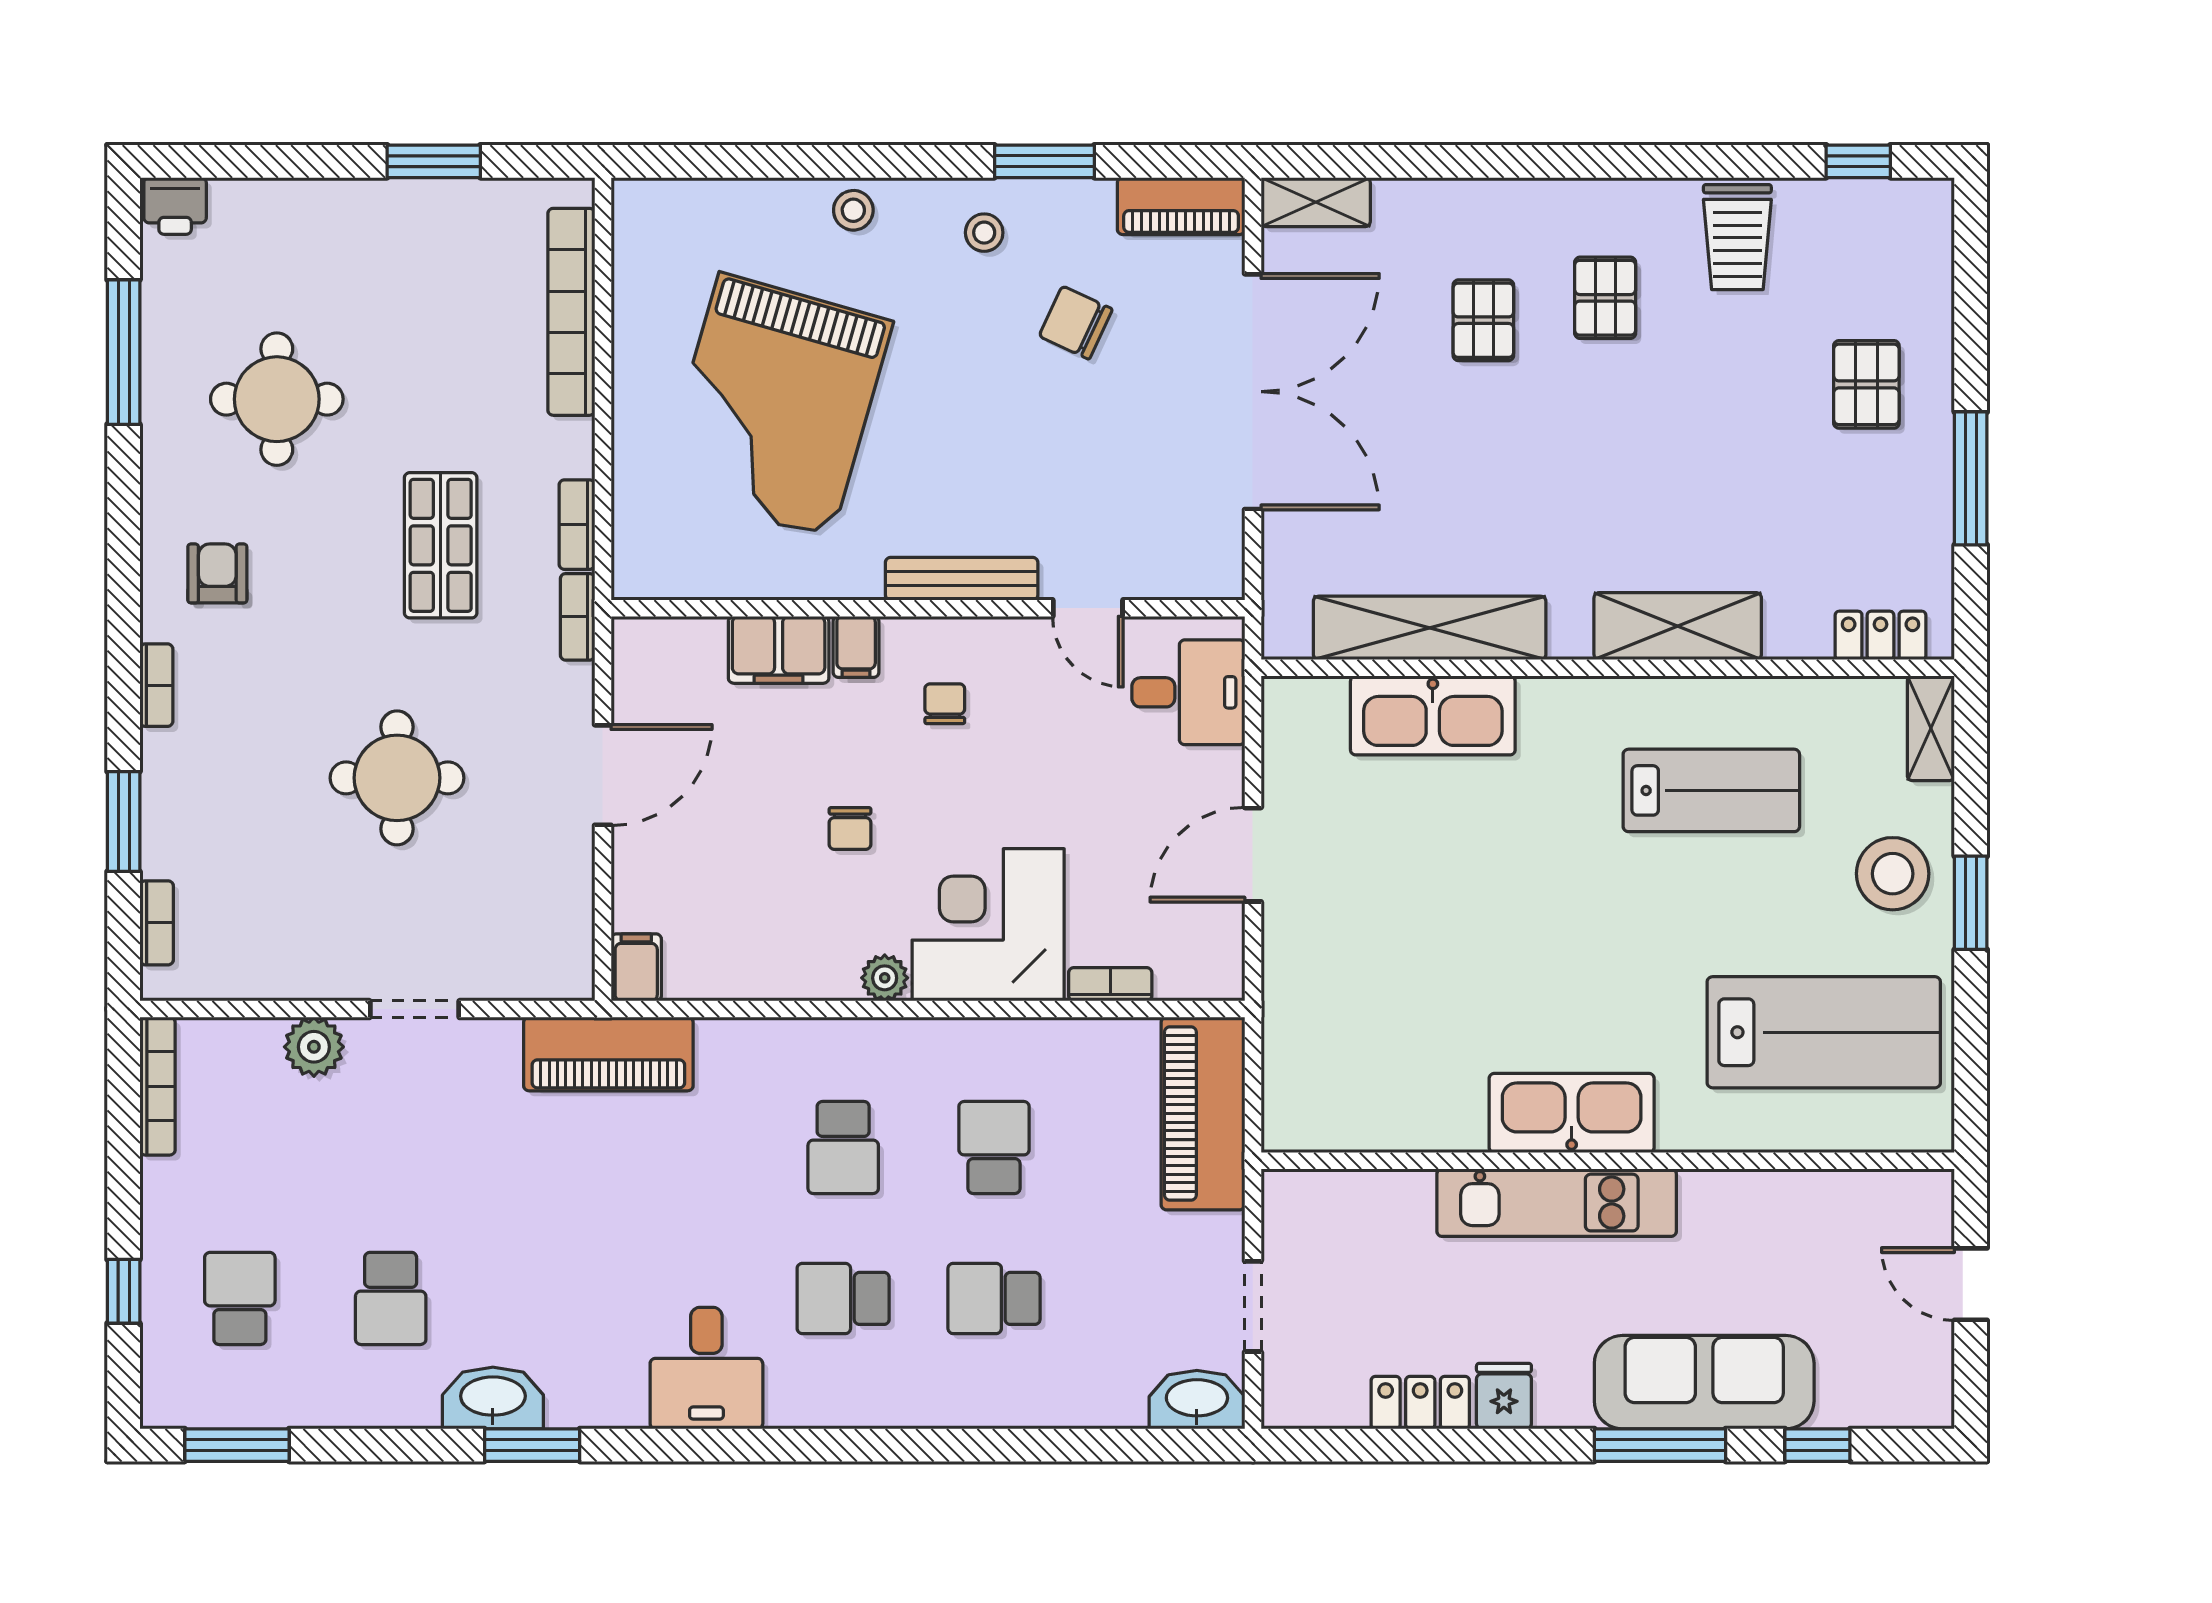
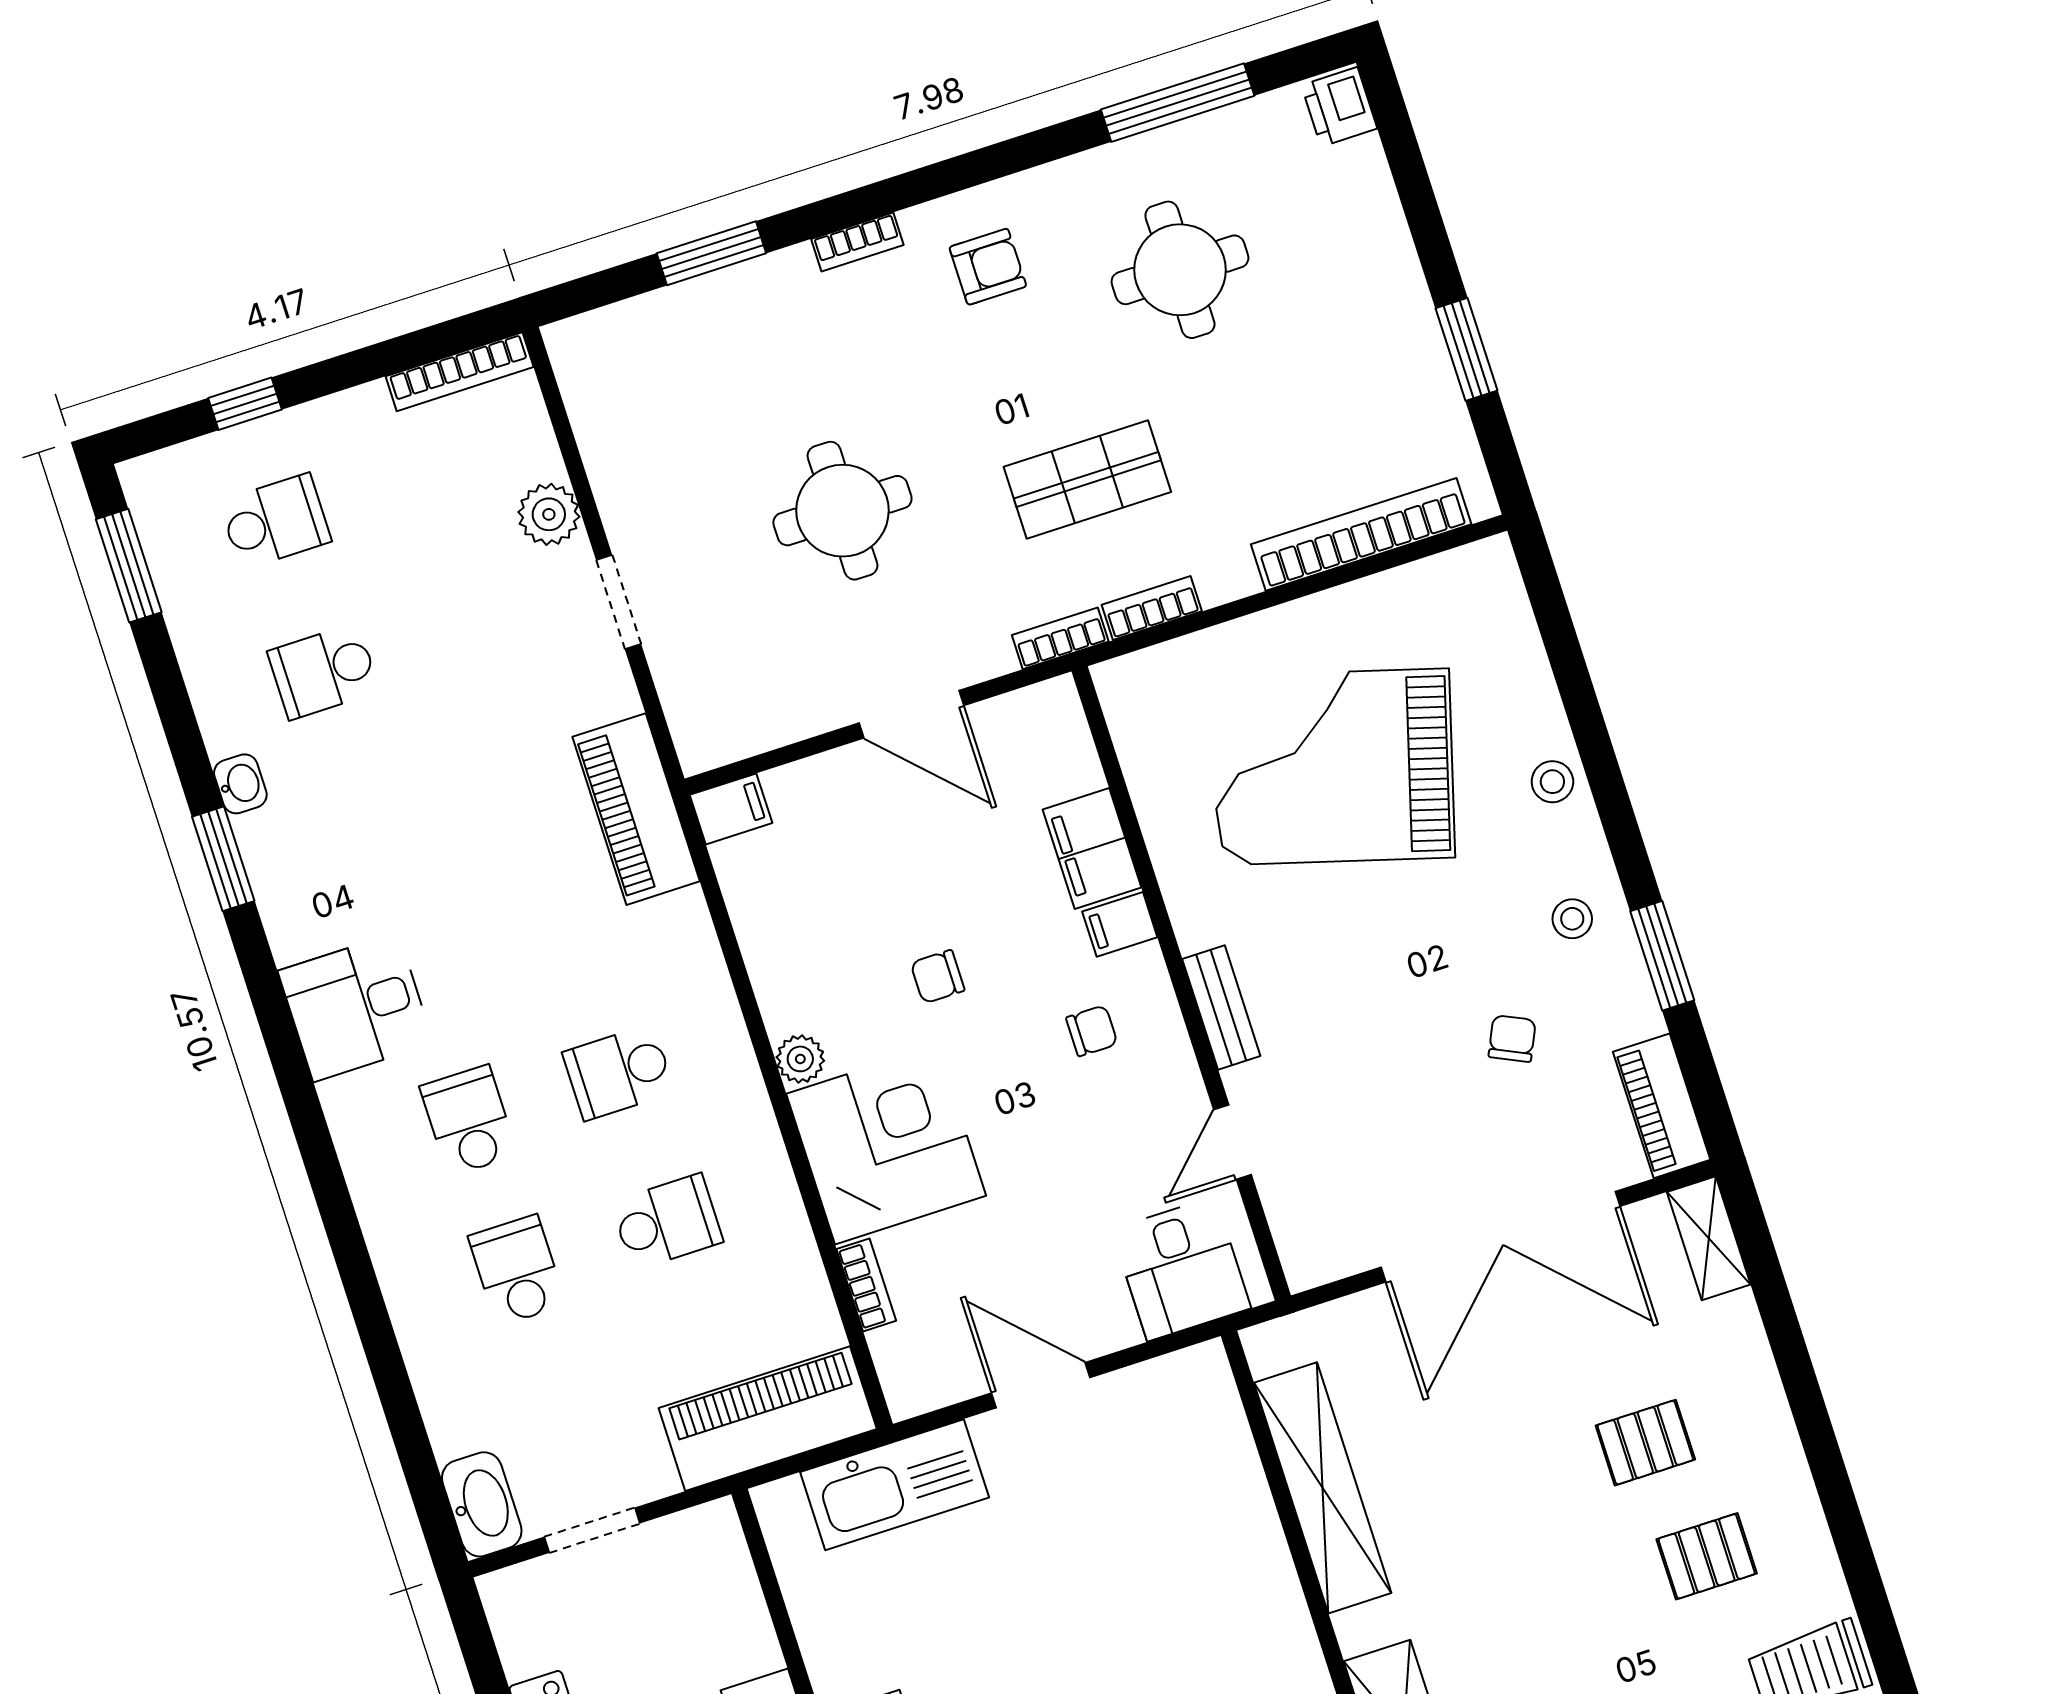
chair: (1076, 323) -> (1512, 1039), width x0.73, depth x0.73
bench: (962, 579) -> (1221, 1007), width x0.73
kitchen sink: (1433, 715) -> (895, 1485), moved, turned -90
bookcase: (157, 923) -> (621, 318), removed
washbasin: (493, 1398) -> (240, 784), width x0.52, depth x0.69

